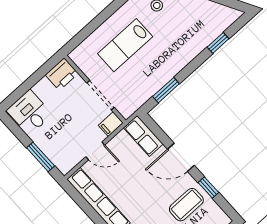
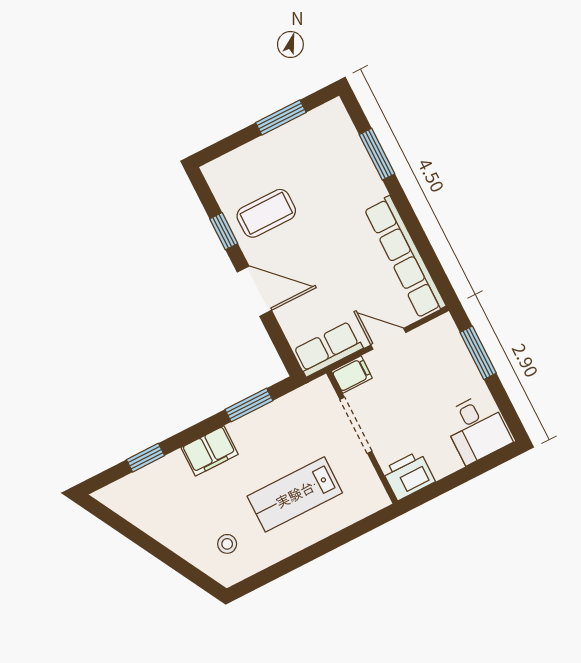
lab bench: (125, 45) -> (295, 494), turned 180
filing cabinet: (182, 57) -> (210, 451), added
row of seats: (143, 136) -> (328, 349), moved, turned -90

